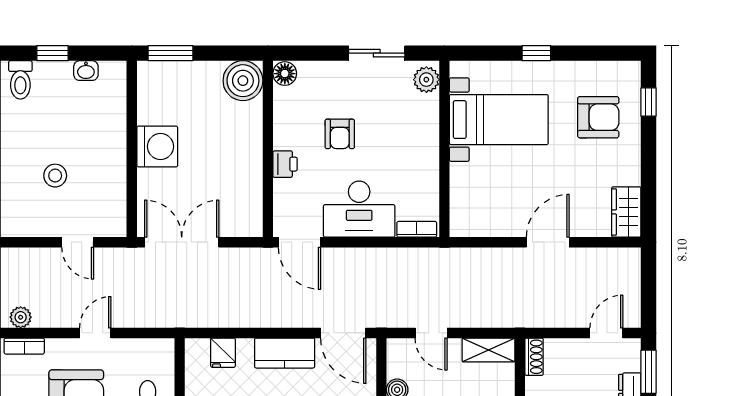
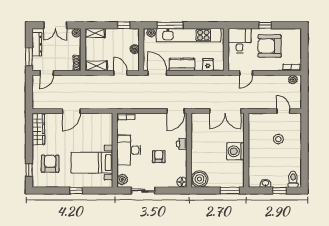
armchair: (598, 117) -> (50, 164), turned 90
desk: (359, 209) -> (129, 150), moved, turned -90
wardrobe: (626, 212) -> (38, 129), width x1.50
door: (78, 242) -> (283, 111), moved
door: (300, 242) -> (176, 111), swing flipped
door: (95, 333) -> (246, 73), moved

